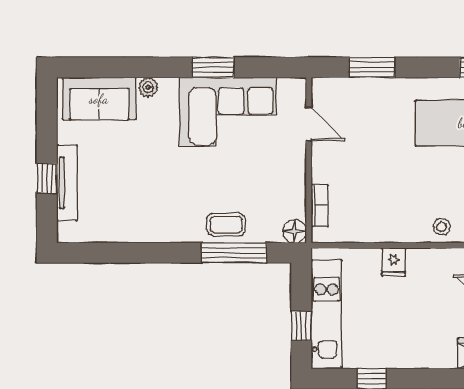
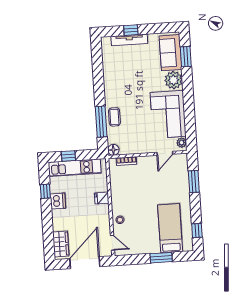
window: (213, 67) -> (186, 57), moved
plant: (148, 87) -> (173, 80), width x1.87, depth x1.87
plant: (289, 88) -> (182, 143), added
dishwasher: (394, 354) -> (58, 201), added

